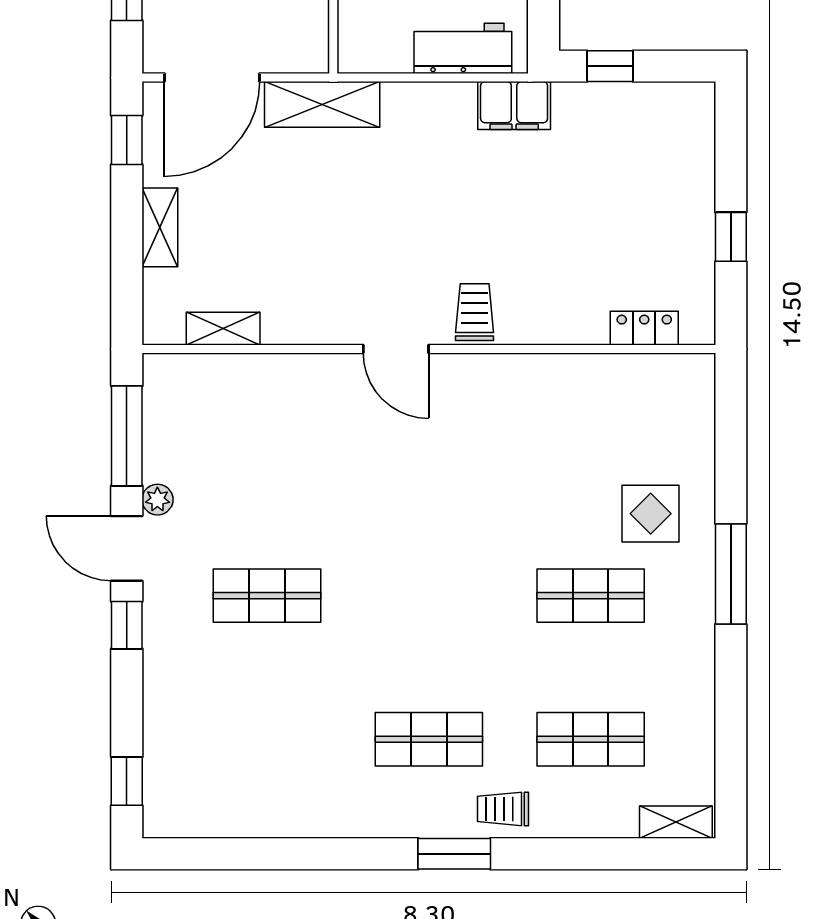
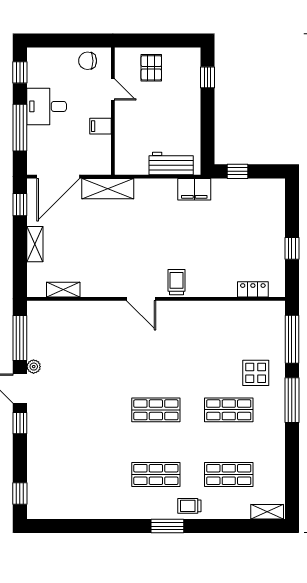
window: (731, 439) -> (292, 339), added
shop shelf: (267, 596) -> (156, 410), moved

